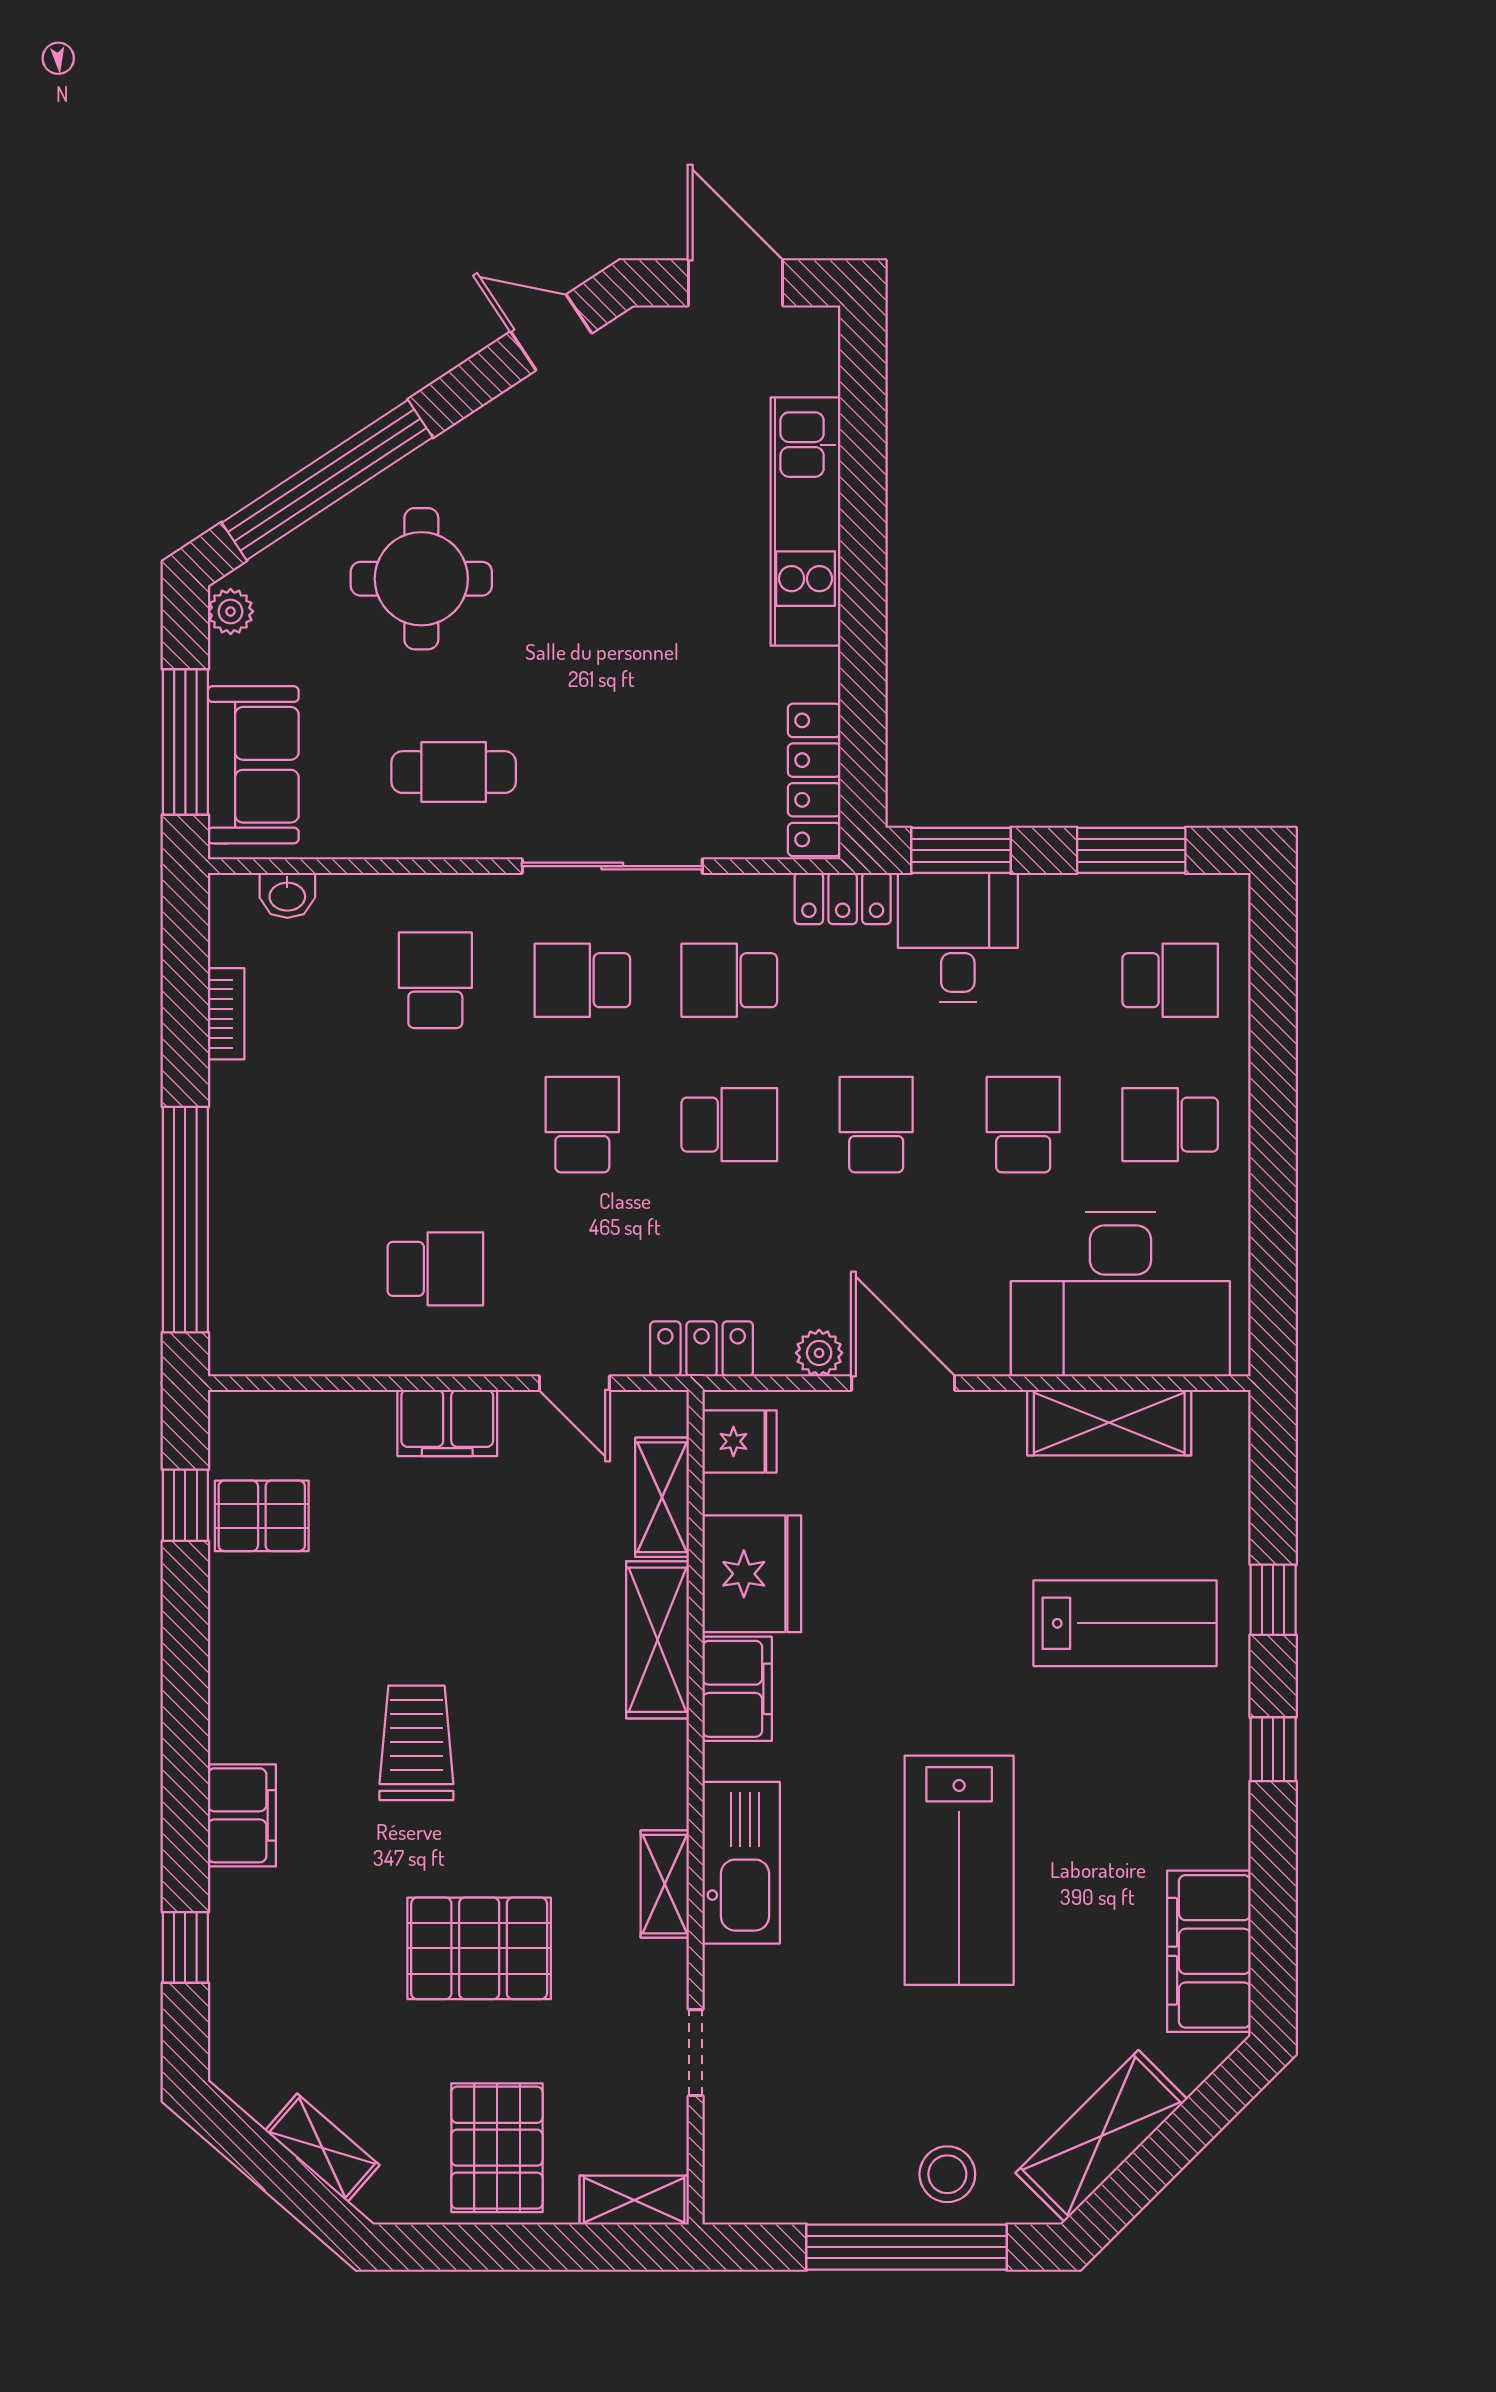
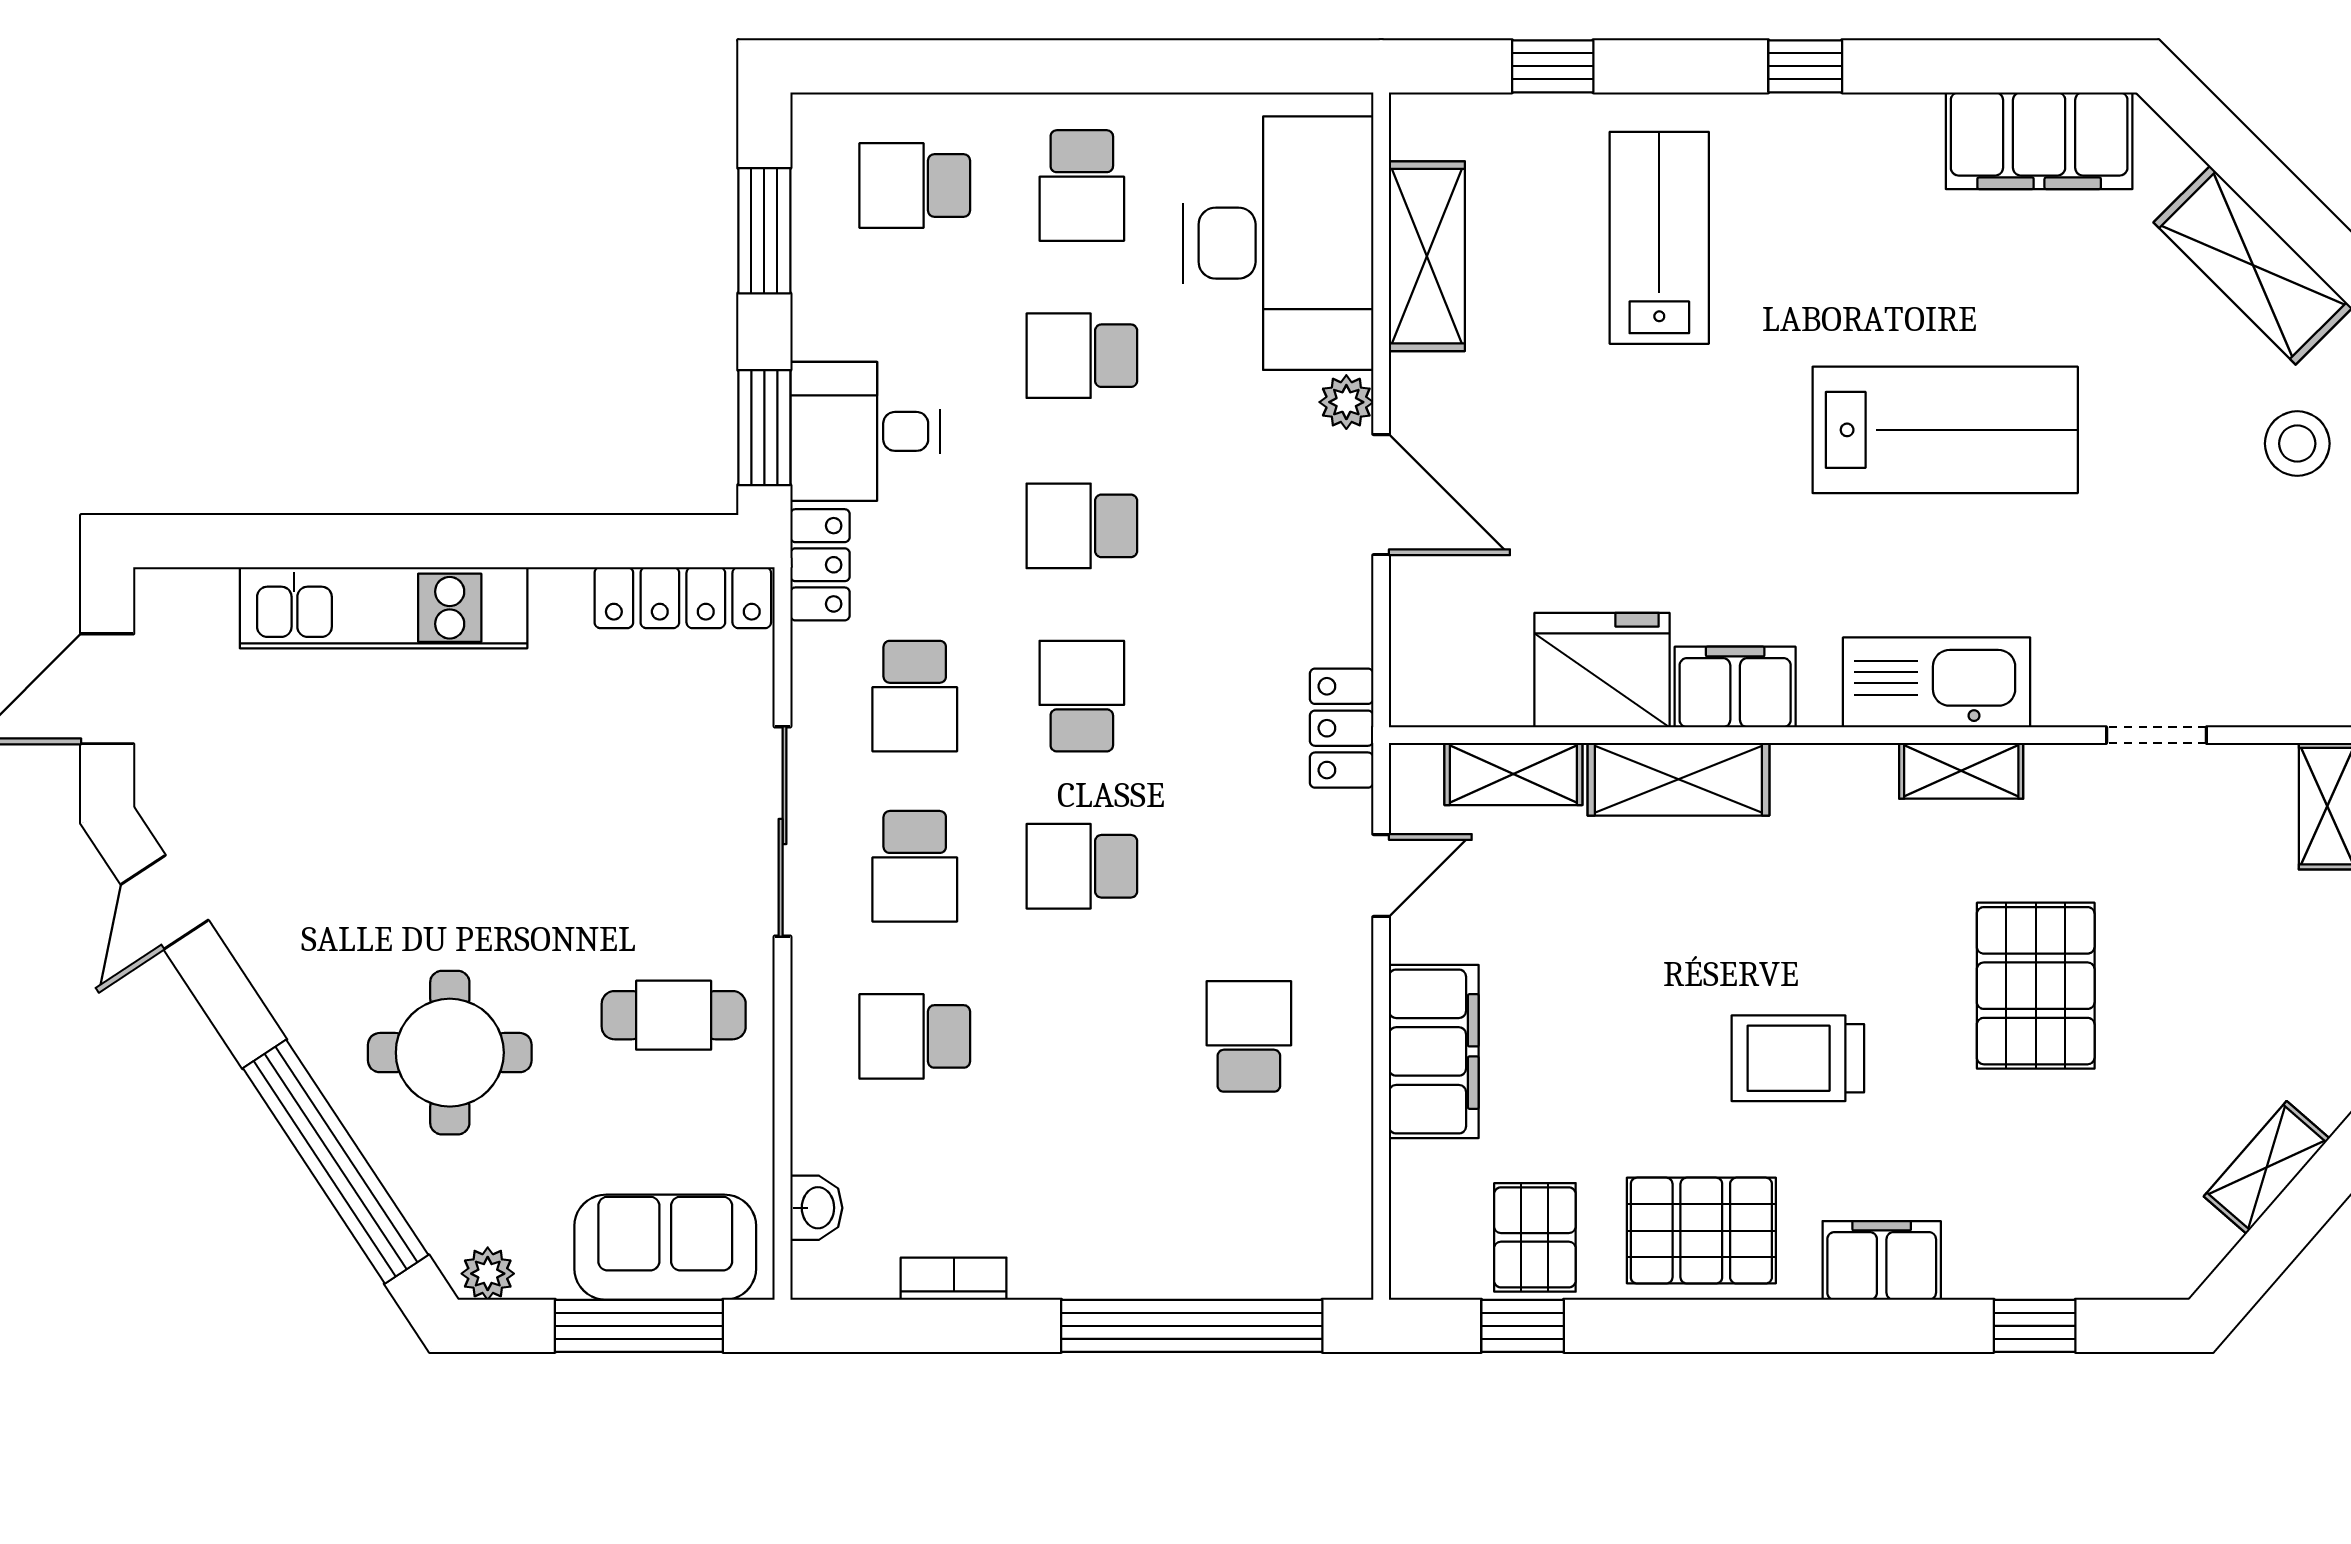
cafe table: (454, 772) -> (674, 1015), turned 90
school desk: (1170, 980) -> (915, 185), turned -90
plant: (819, 1353) -> (1346, 402), moved
door: (903, 1383) -> (1381, 495), swing flipped
filing cabinet: (447, 1423) -> (1434, 1051), width x1.50, depth x1.17
fridge: (739, 1441) -> (1449, 684), removed
window: (1273, 1600) -> (1553, 66), moved
pallet: (497, 2148) -> (1701, 1231), moved

